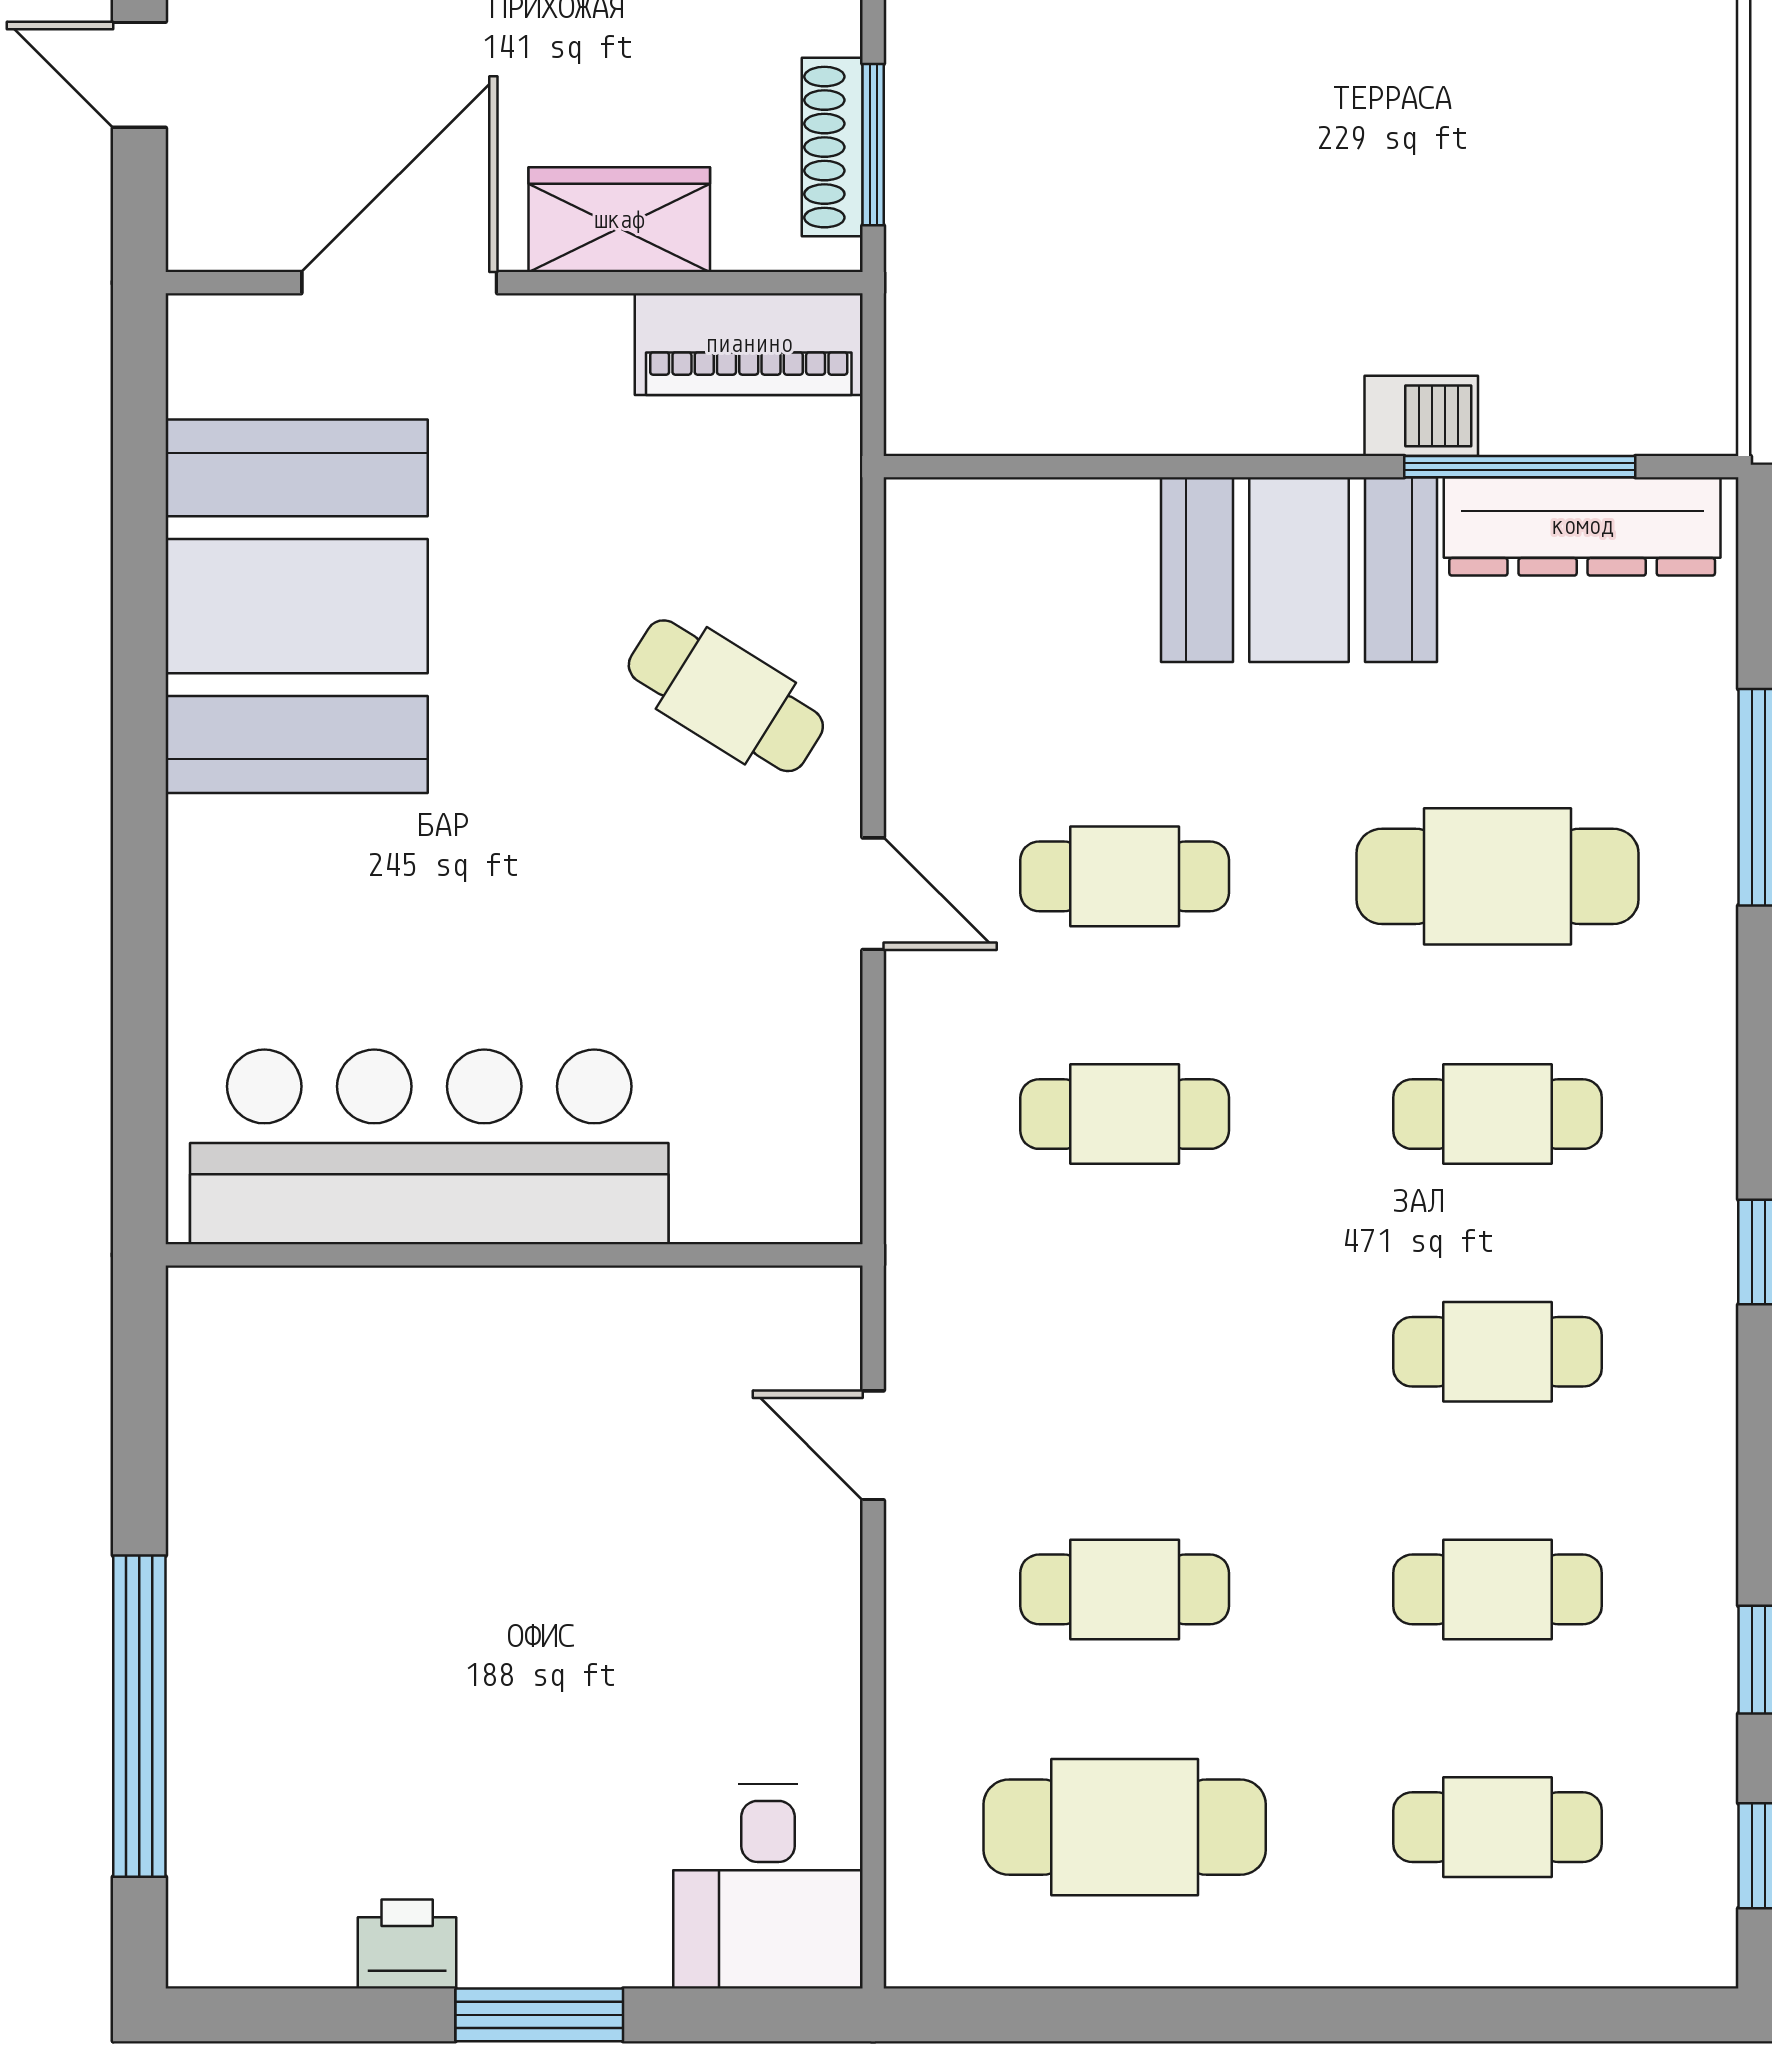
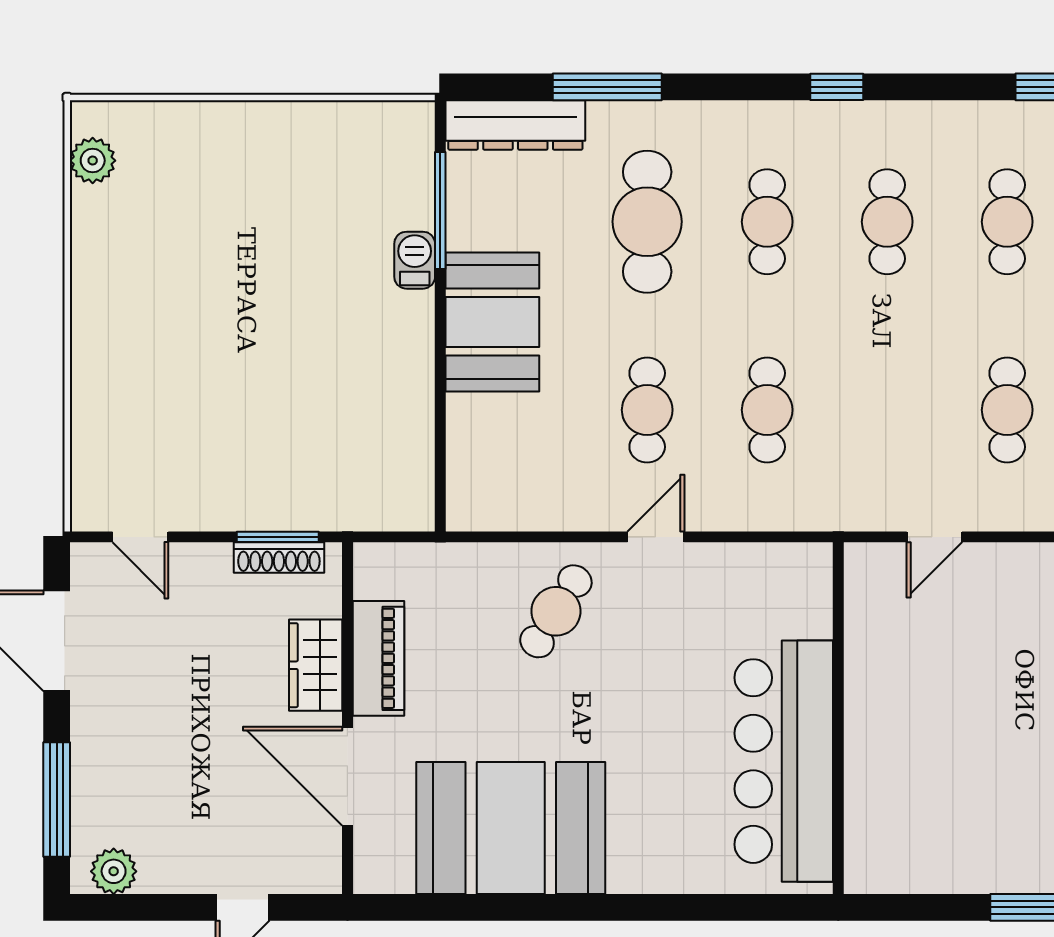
piano: (749, 344) -> (378, 658), moved
dresser: (1582, 526) -> (515, 125), moved, turned 90

